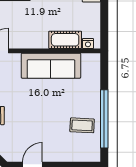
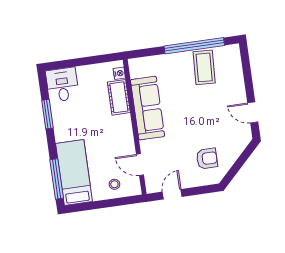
coffee table: (82, 125) -> (204, 67), width x1.36, depth x1.30

